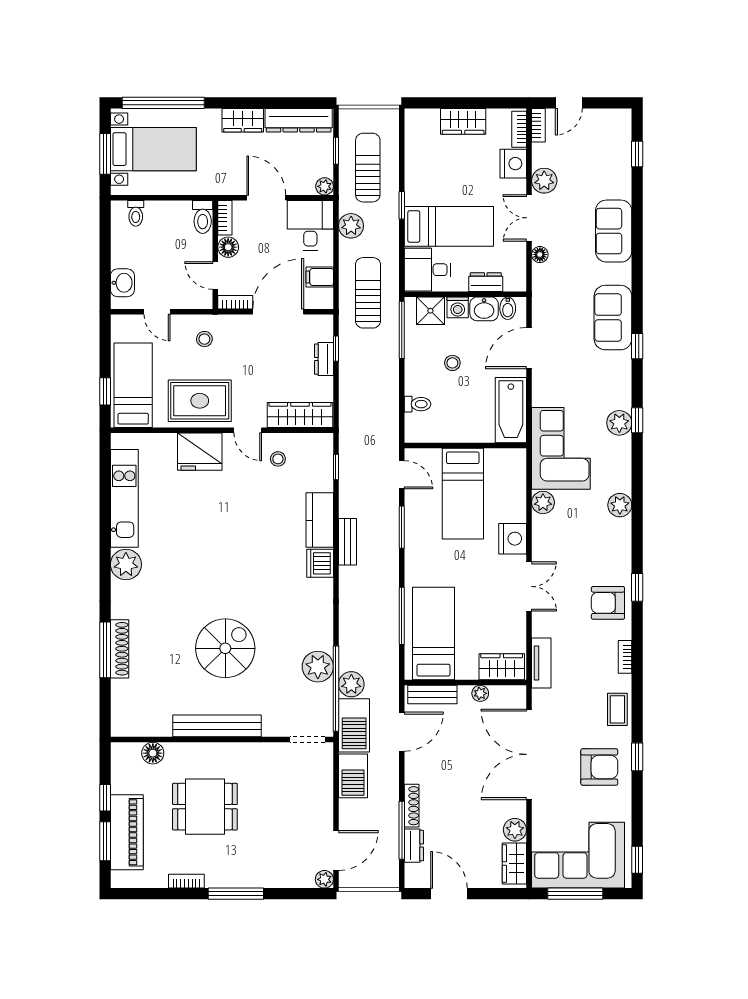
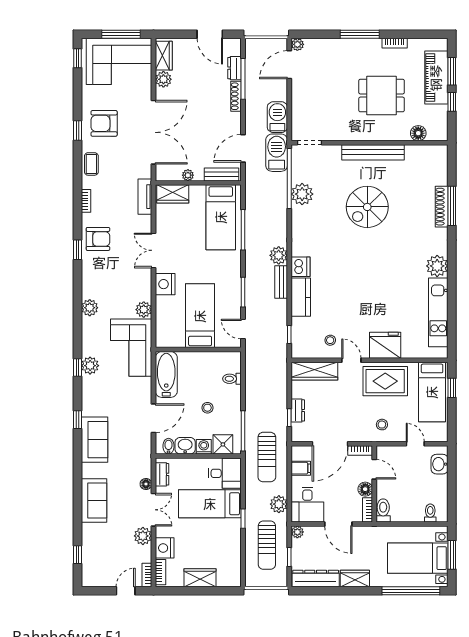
dresser: (486, 282) -> (162, 474), moved, turned -90
plant: (351, 684) -> (279, 255), moved

